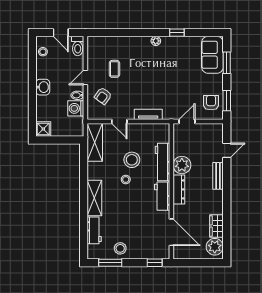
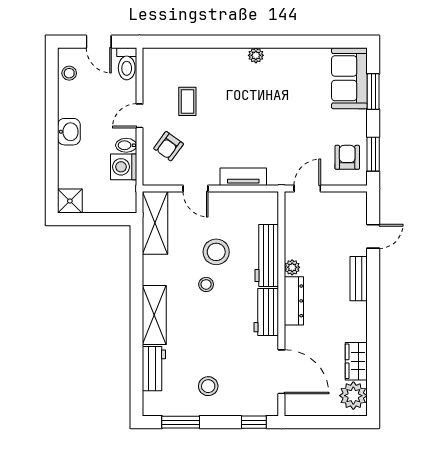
window: (177, 33) -> (291, 42), removed
plant: (182, 165) -> (292, 267), width x0.53, depth x0.53
stool: (120, 248) -> (208, 386), moved

